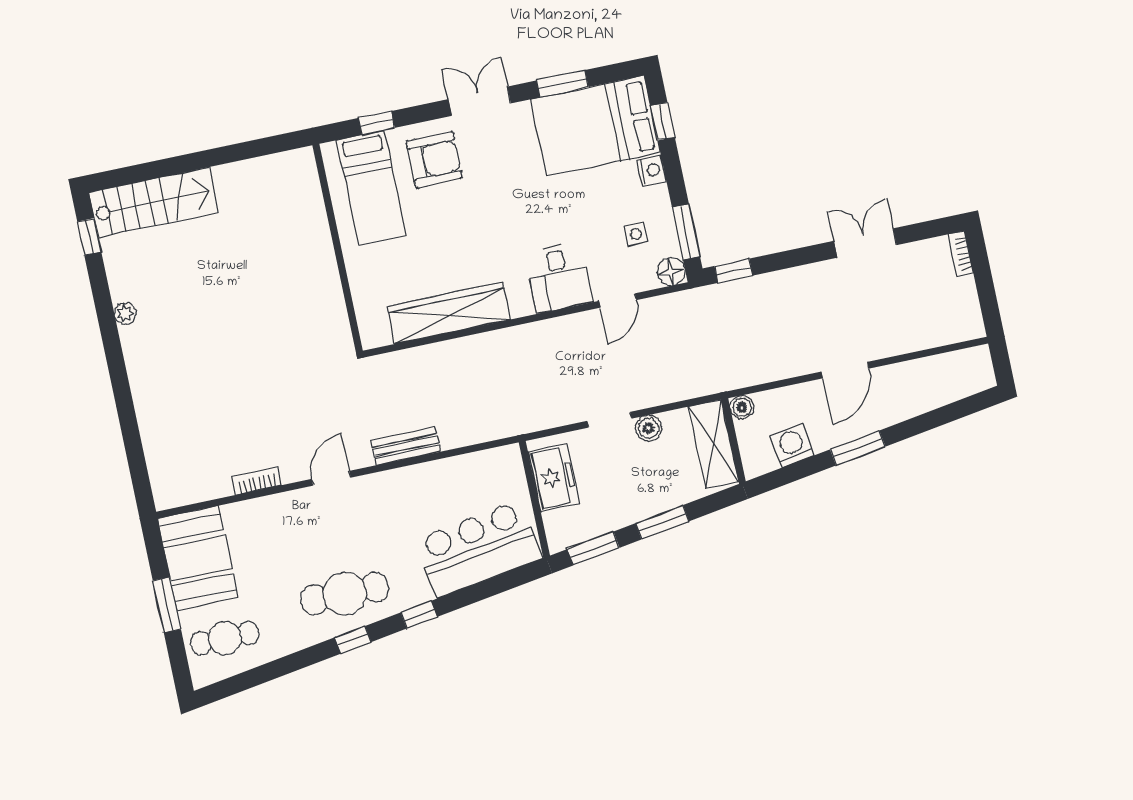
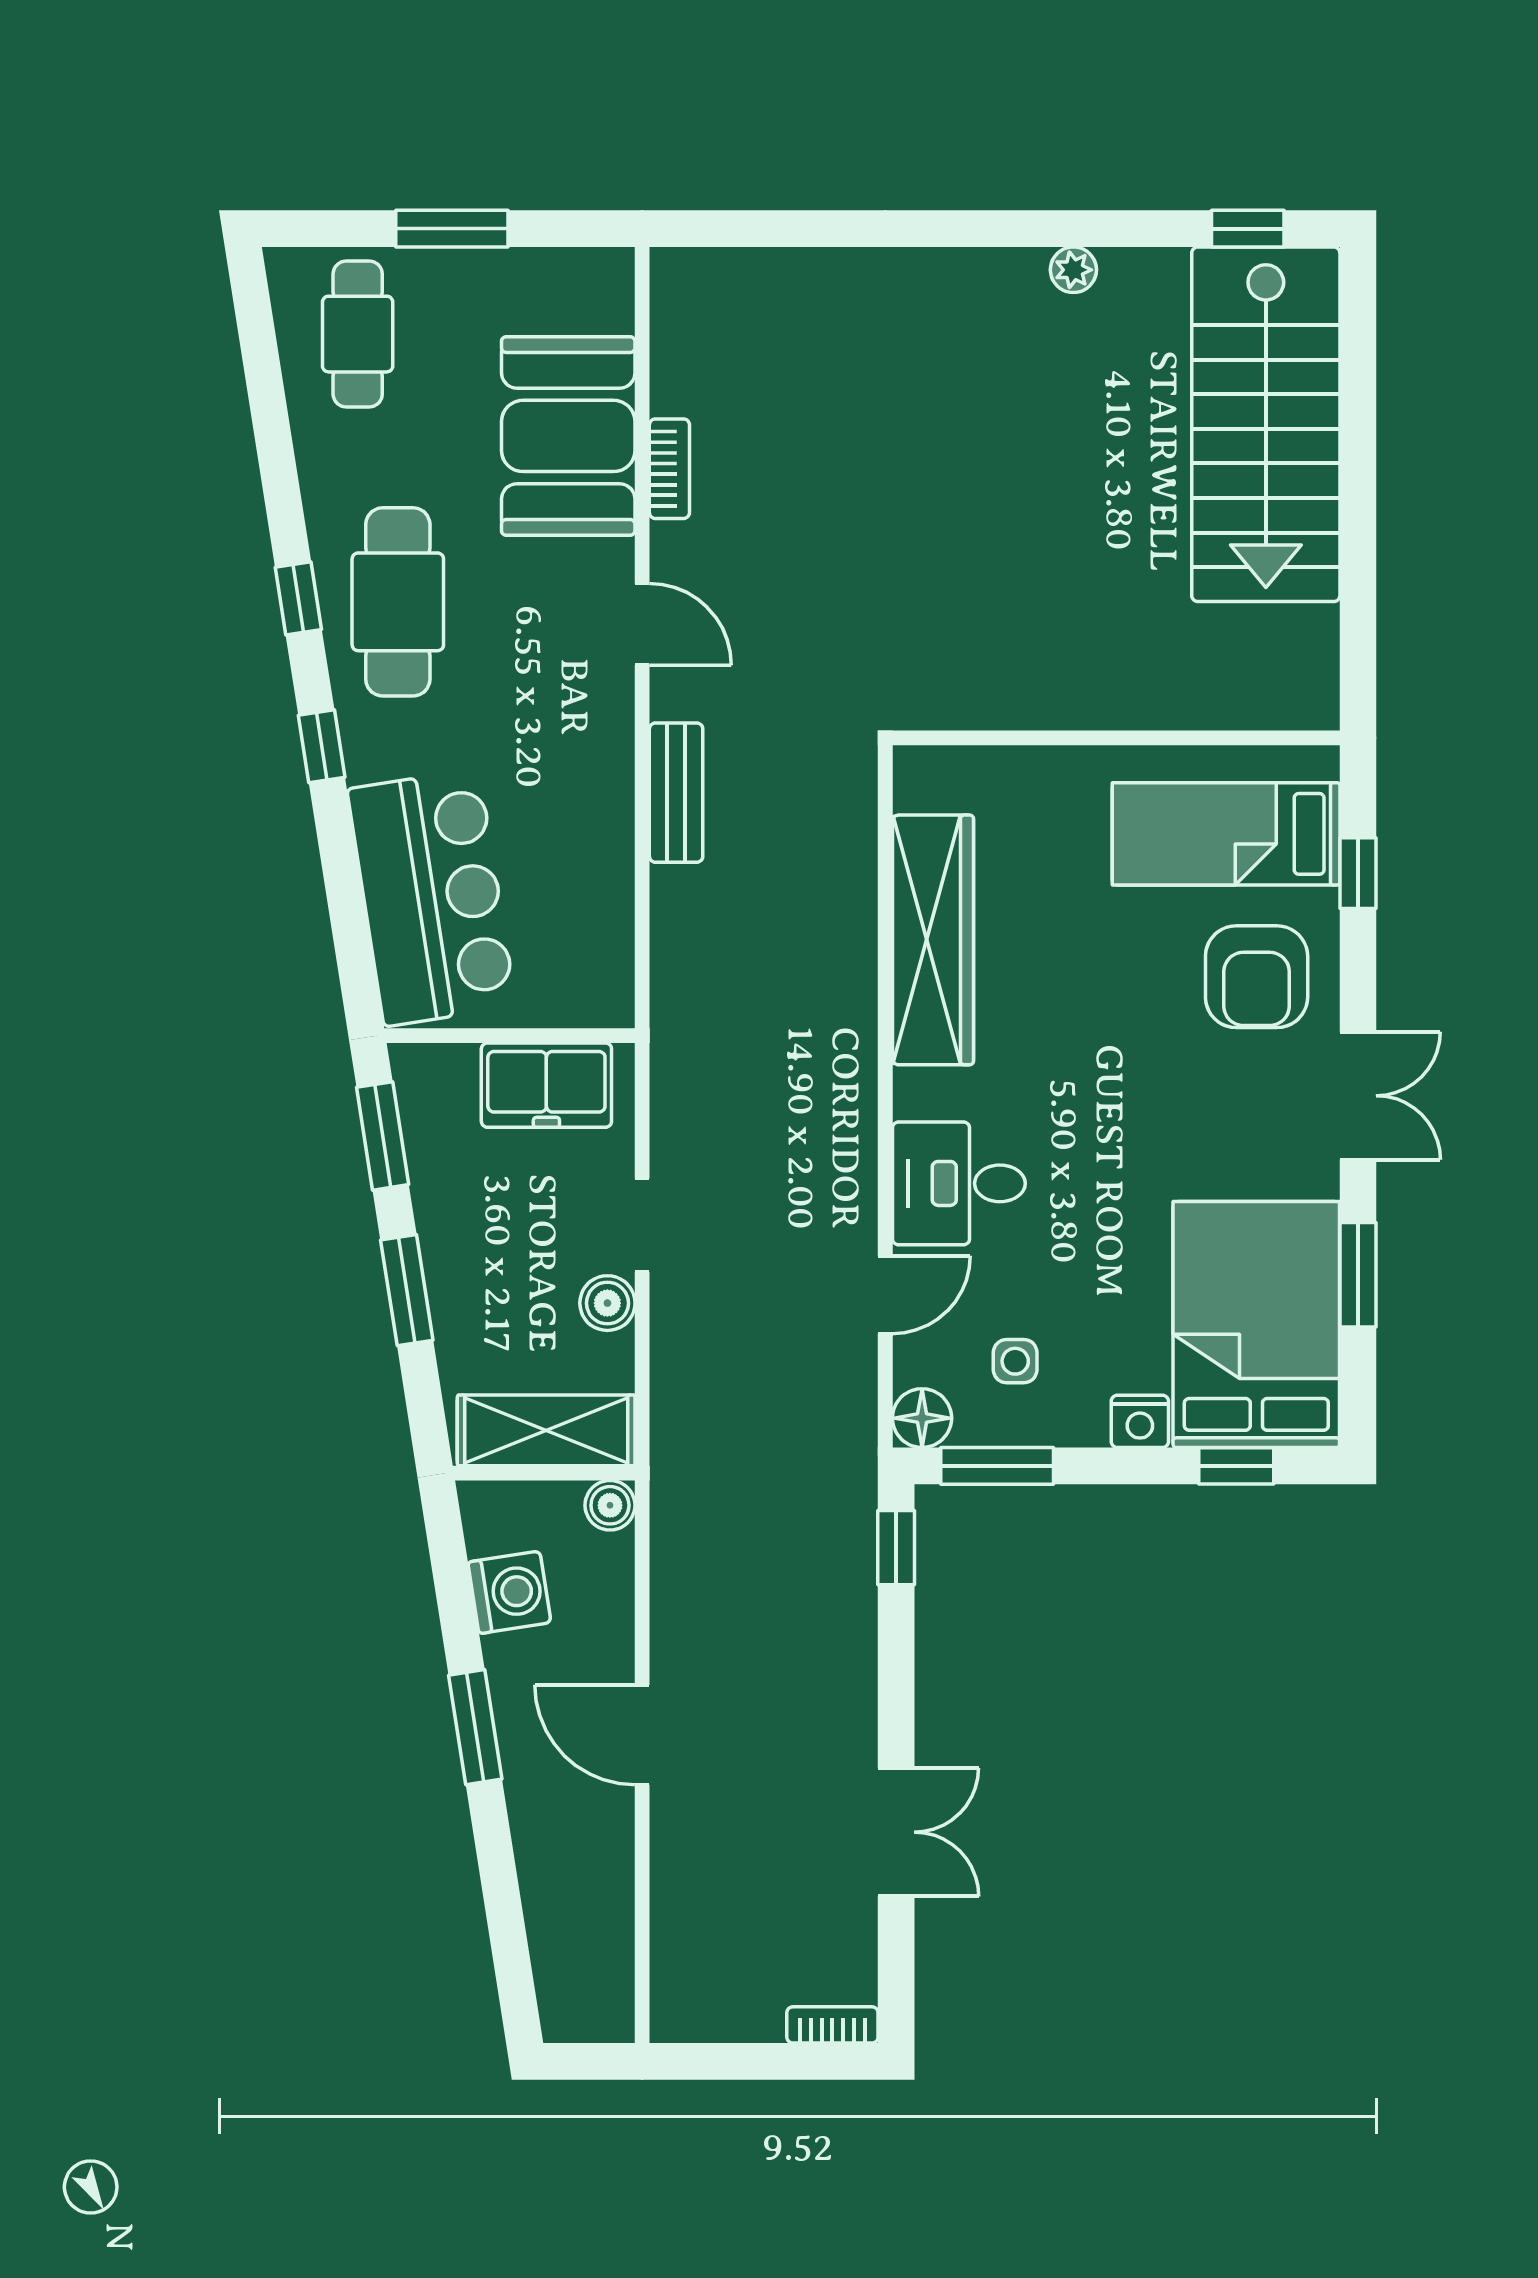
stairs: (154, 202) -> (1266, 424), width x1.36, depth x1.51
door: (618, 300) -> (885, 1295), swing flipped
booth: (198, 558) -> (568, 436), moved, turned 90

